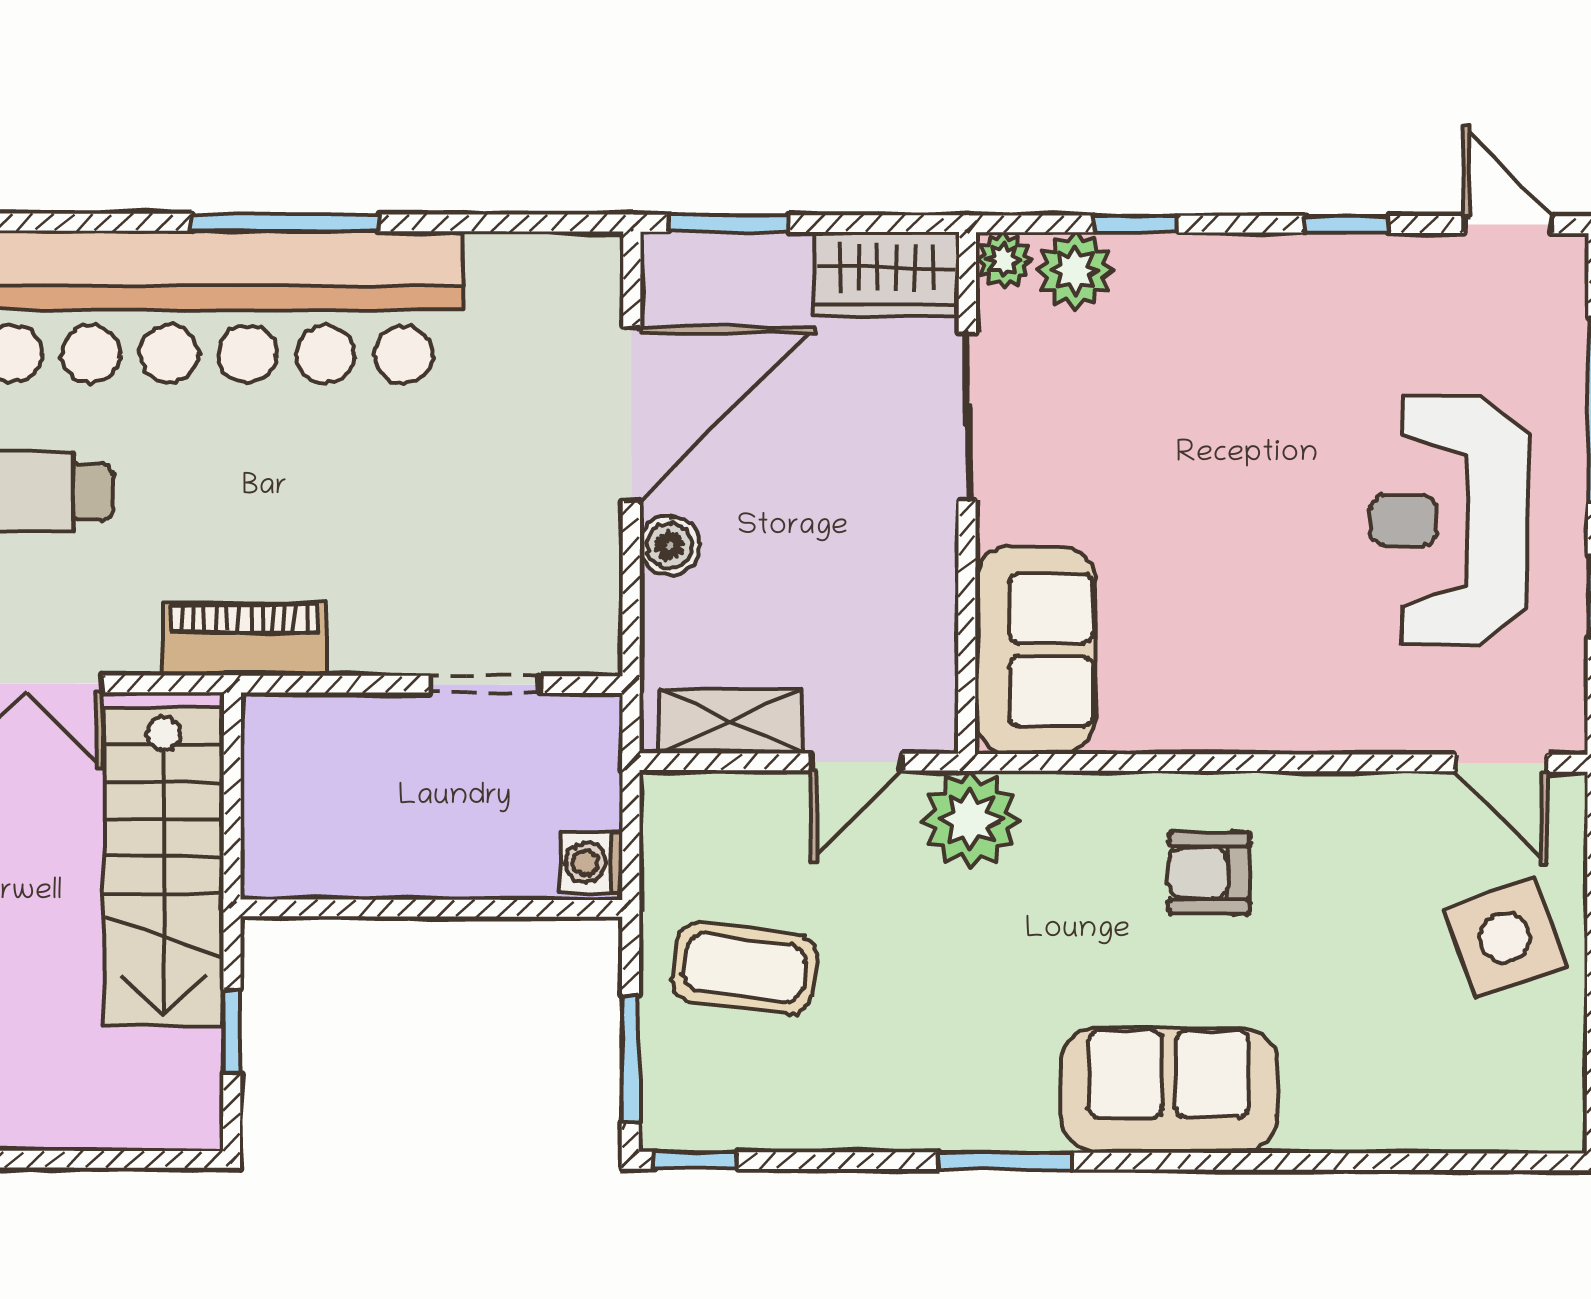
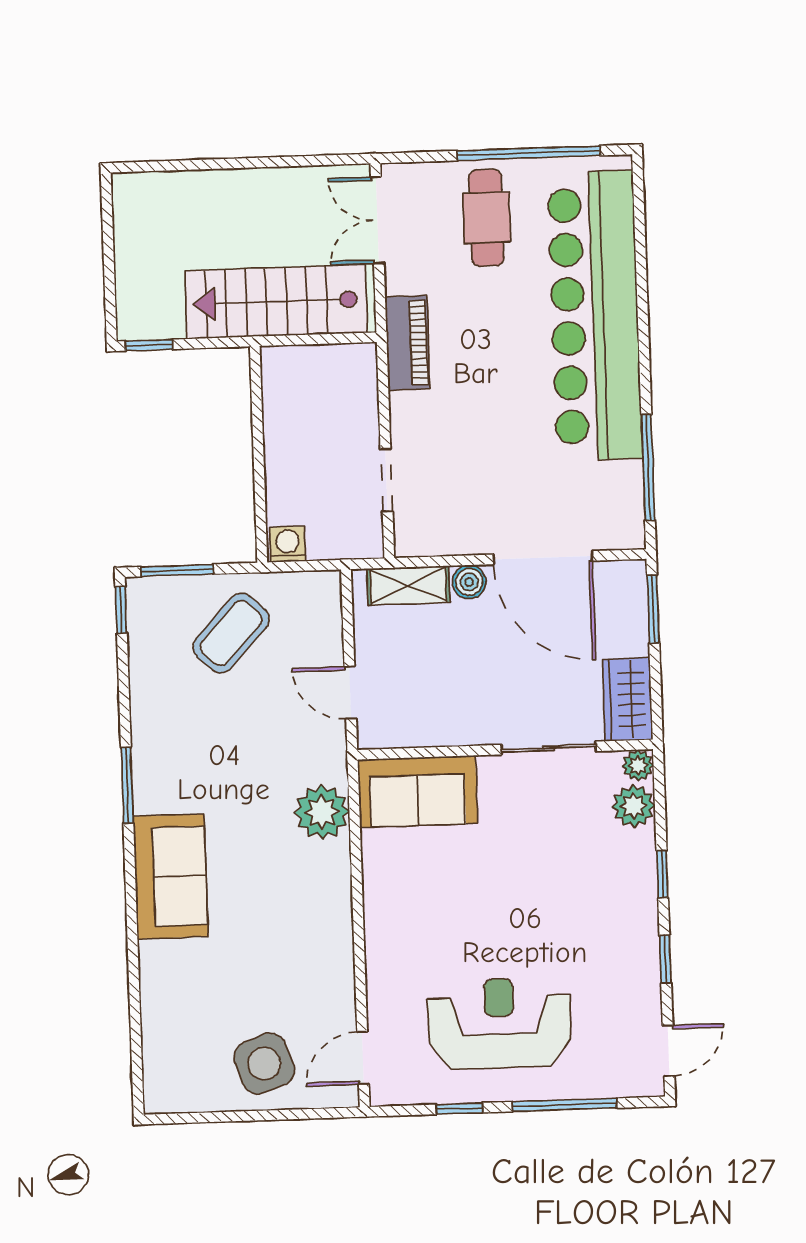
window: (286, 223) -> (648, 467), moved
window: (1135, 224) -> (662, 874), moved
shelving: (730, 721) -> (408, 586), moved, turned 90
plant: (971, 819) -> (322, 812), moved
armchair: (1209, 873) -> (295, 895), removed
coffee table: (744, 968) -> (231, 633), turned 36
window: (232, 1032) -> (149, 345), moved

